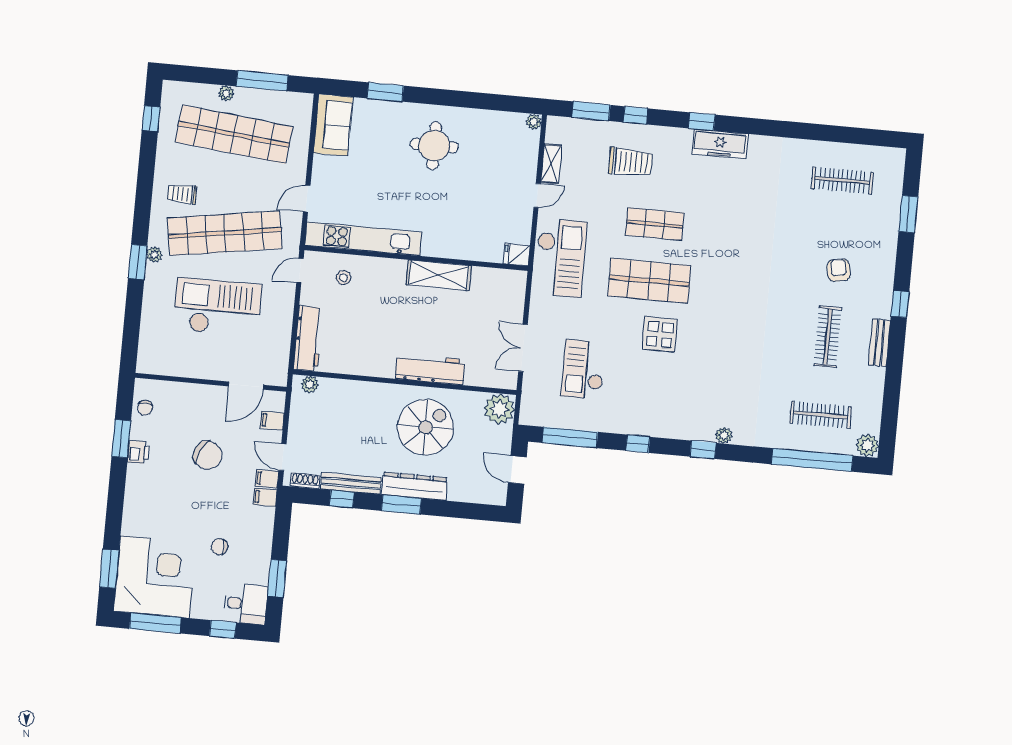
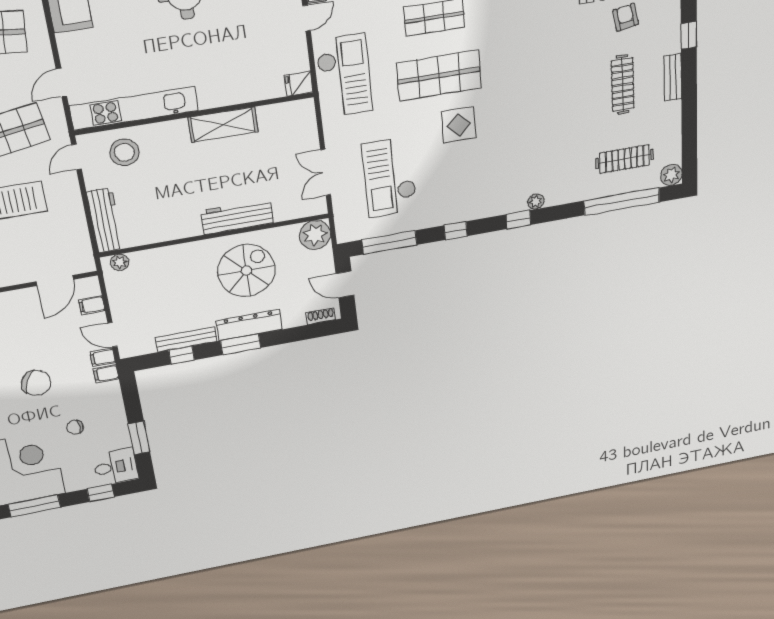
stool: (343, 278) -> (124, 152), width x1.89, depth x1.89
checkout: (583, 369) -> (390, 177), width x1.36, depth x1.21
chair: (208, 455) -> (36, 383), moved
shoe rack: (305, 481) -> (321, 316), moved

